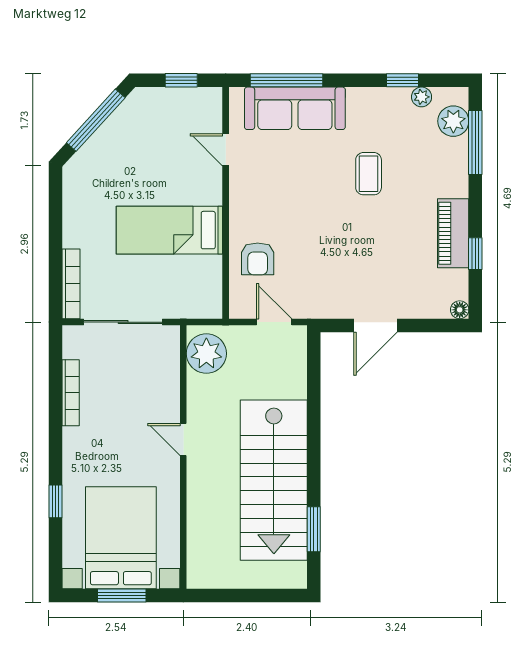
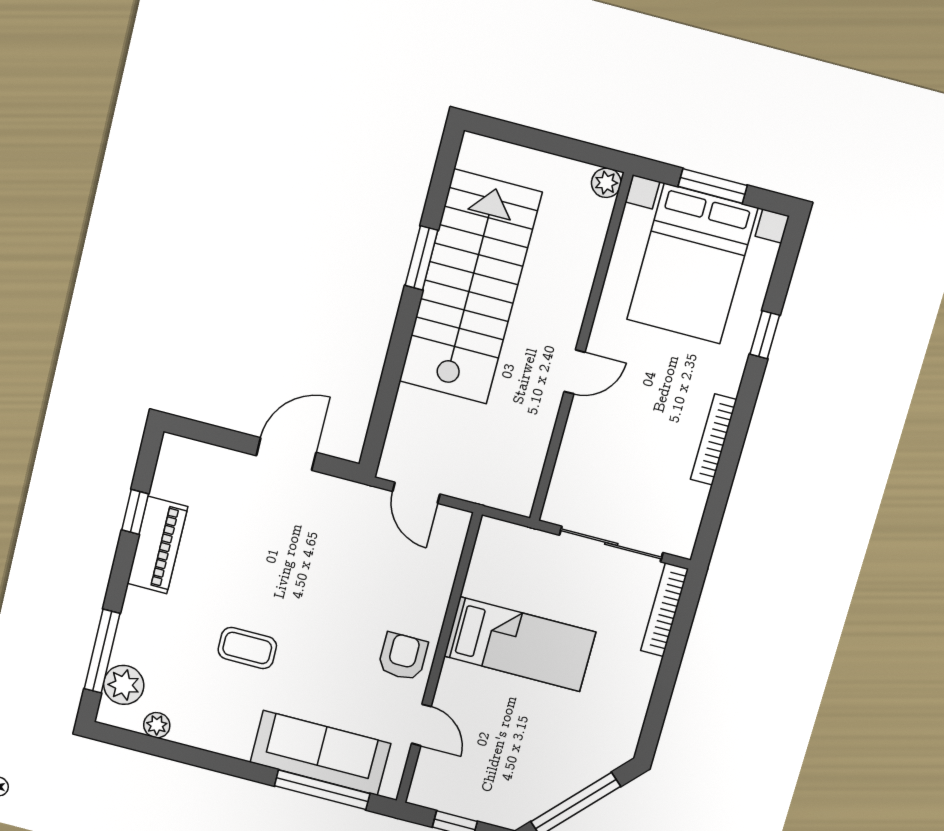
window: (402, 80) -> (176, 752), removed
coffee table: (369, 174) -> (247, 648), turned 90
armchair: (258, 259) -> (403, 657), moved
floor lamp: (460, 310) -> (172, 446), removed
plant: (206, 354) -> (606, 183), moved, width x0.53, depth x0.53
bookcase: (71, 393) -> (714, 440), moved
door: (183, 439) -> (575, 372), hinge flipped
window: (314, 529) -> (421, 258), moved

